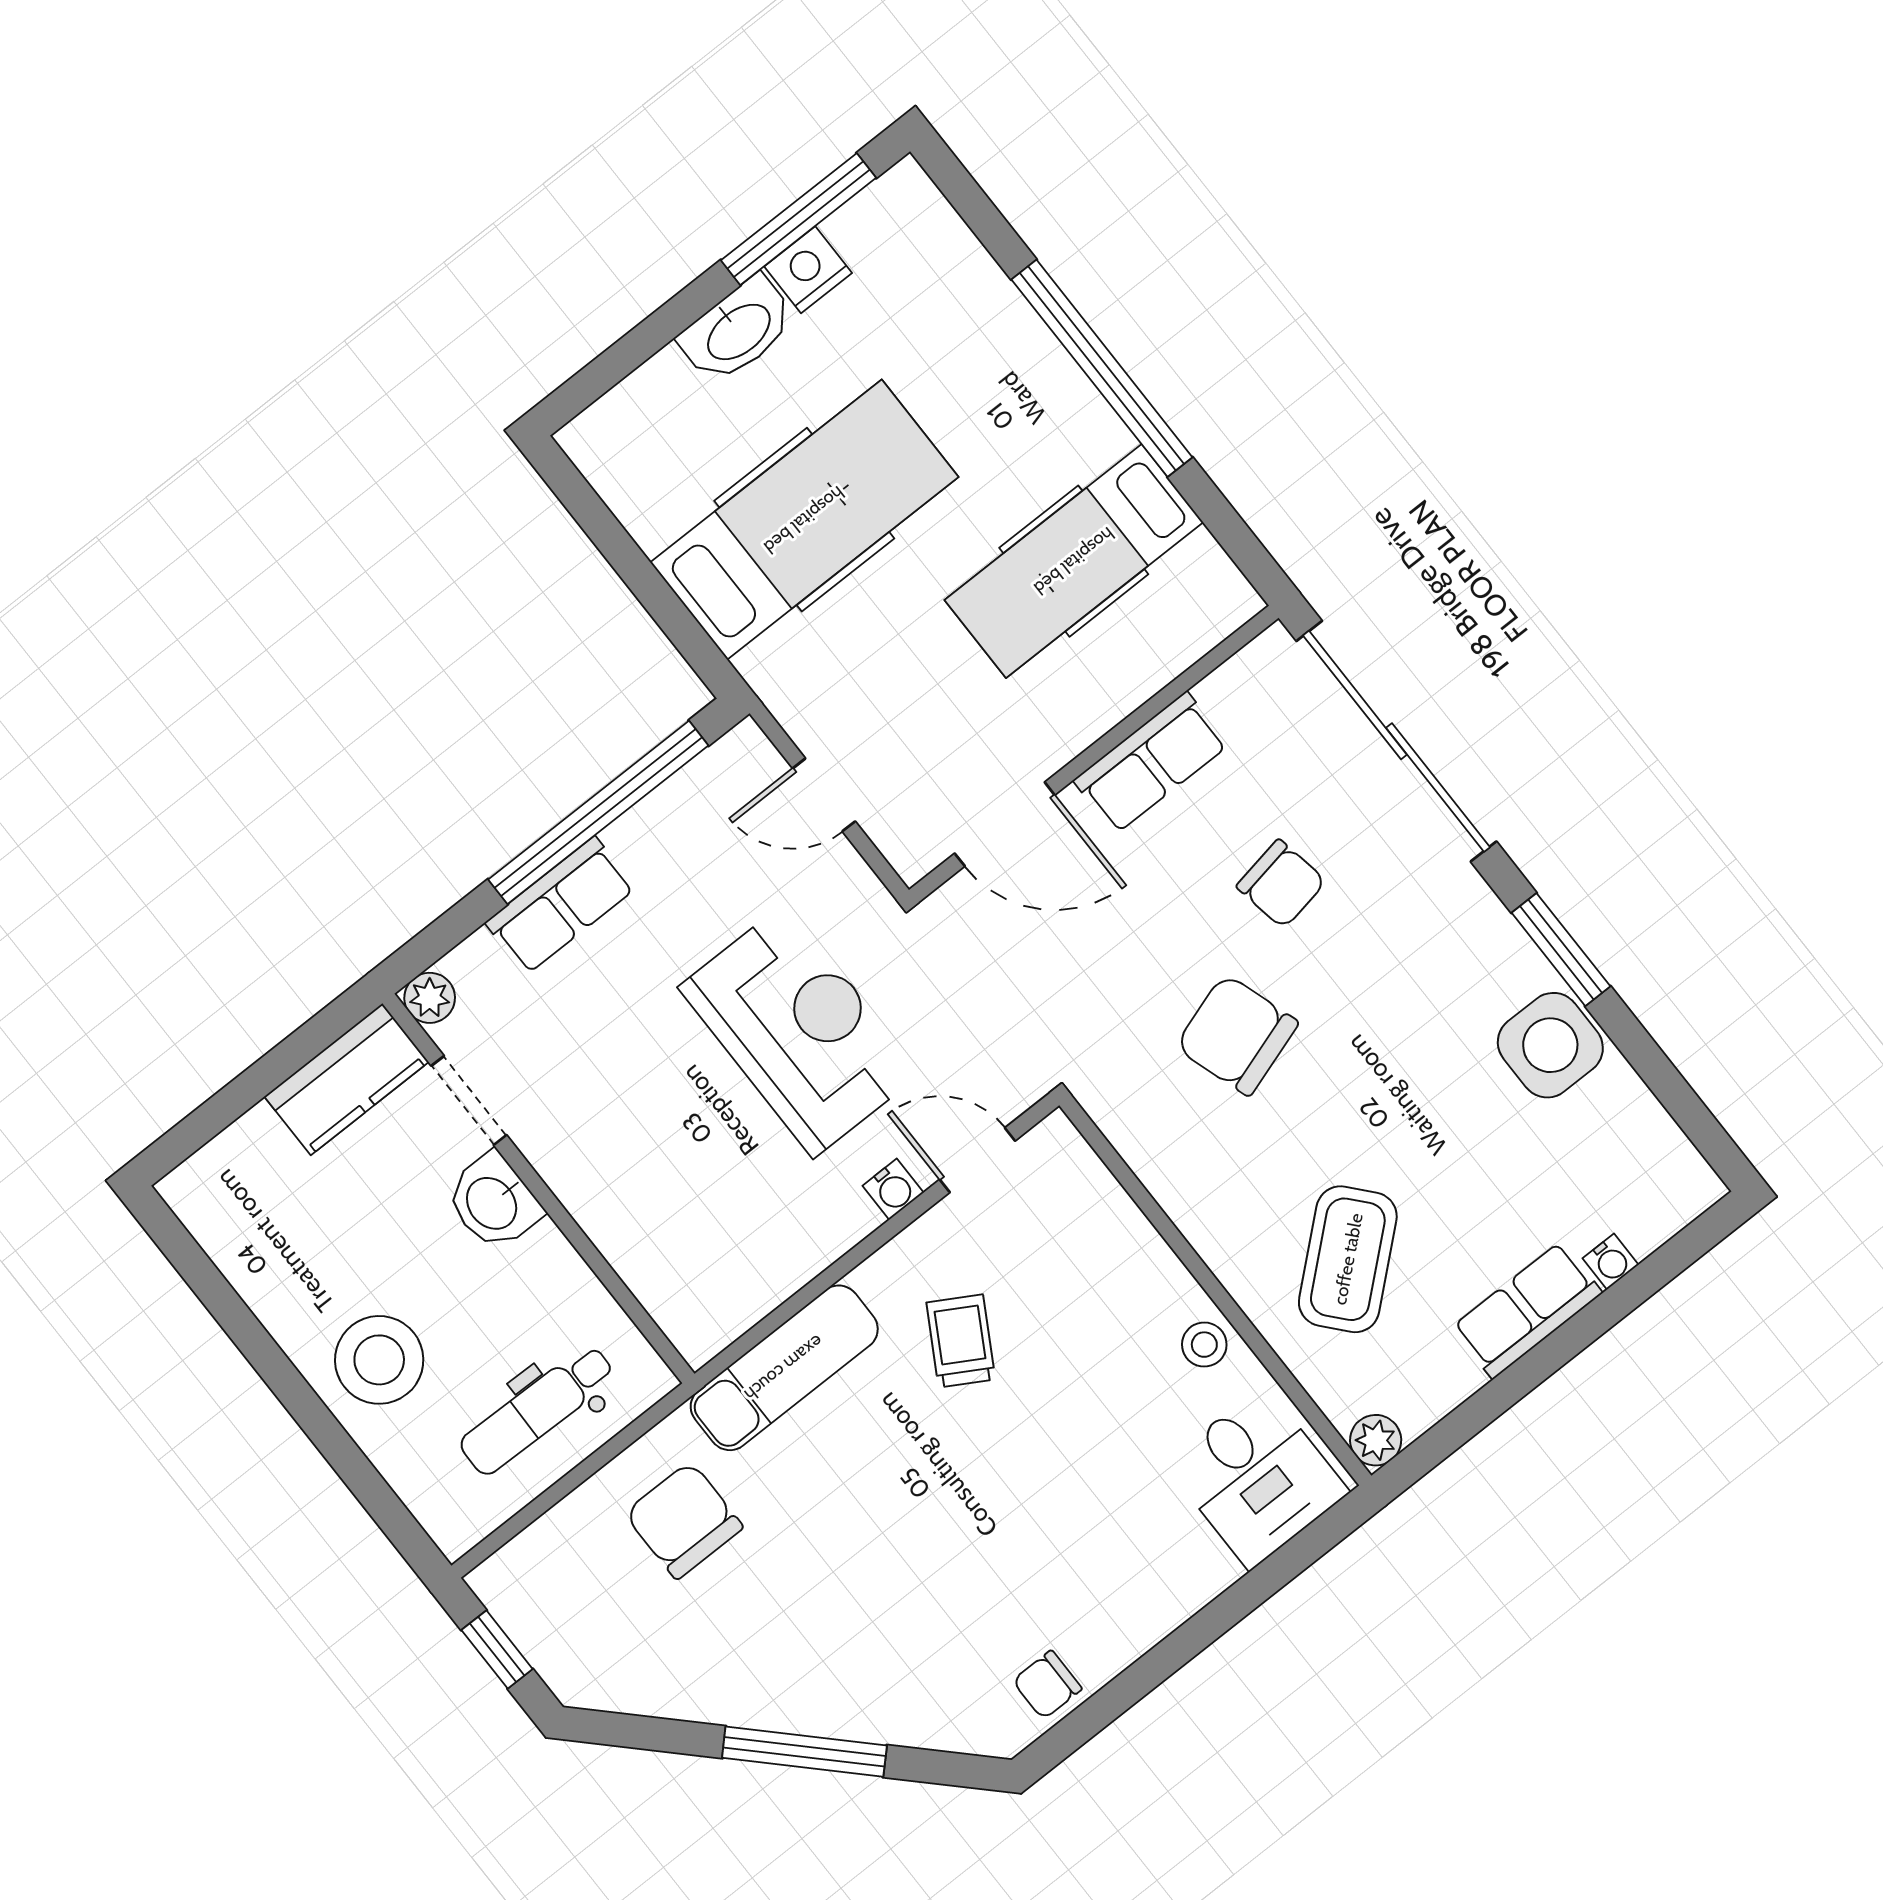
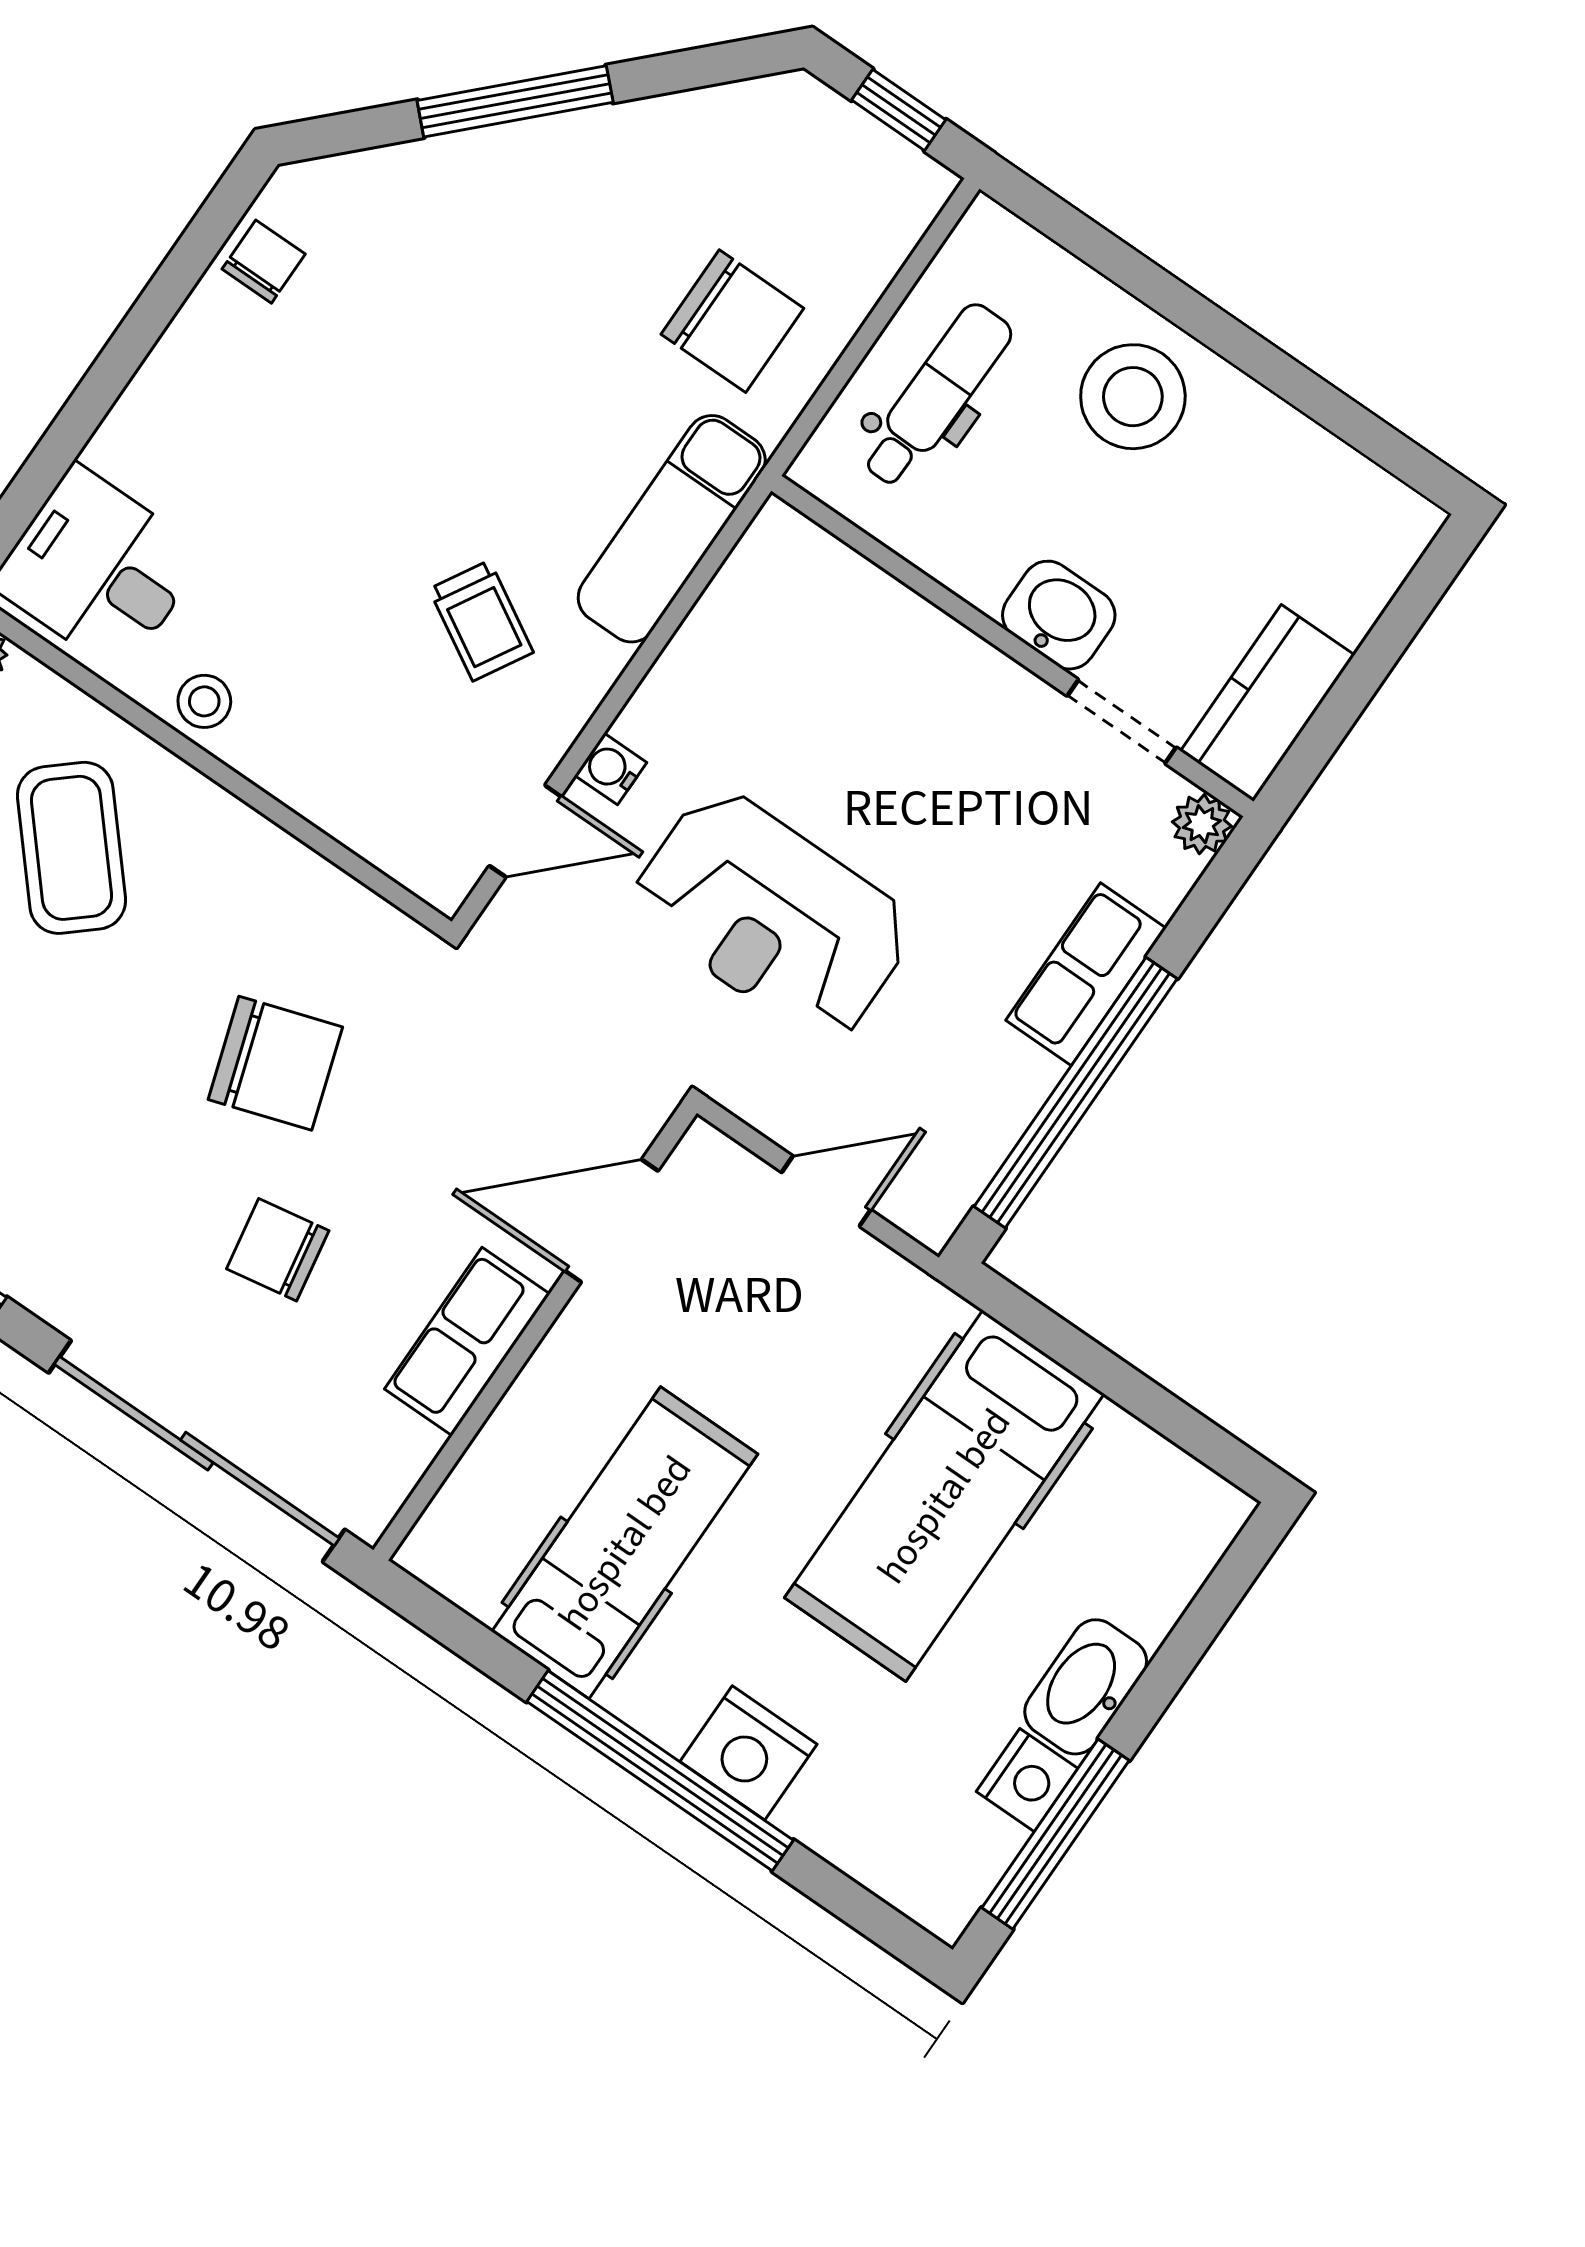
nightstand: (1026, 361) -> (749, 1753), added

